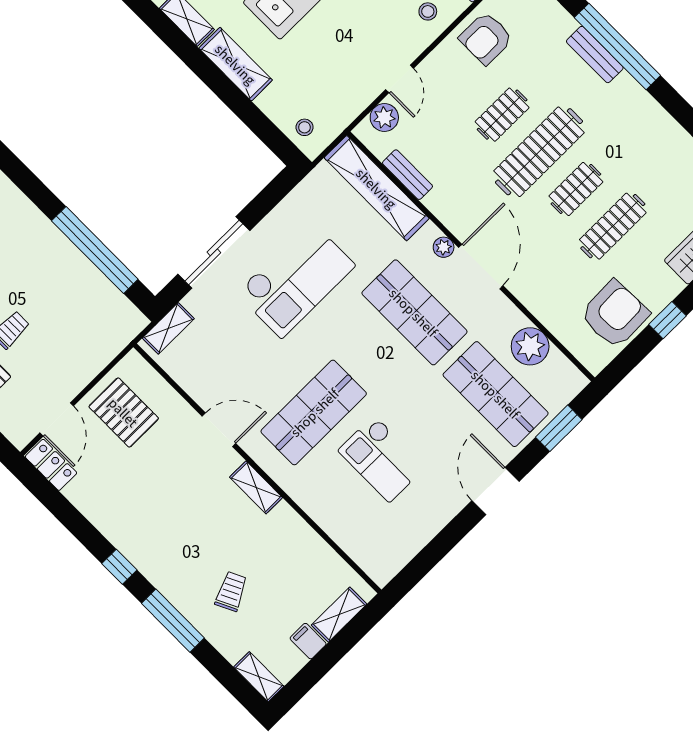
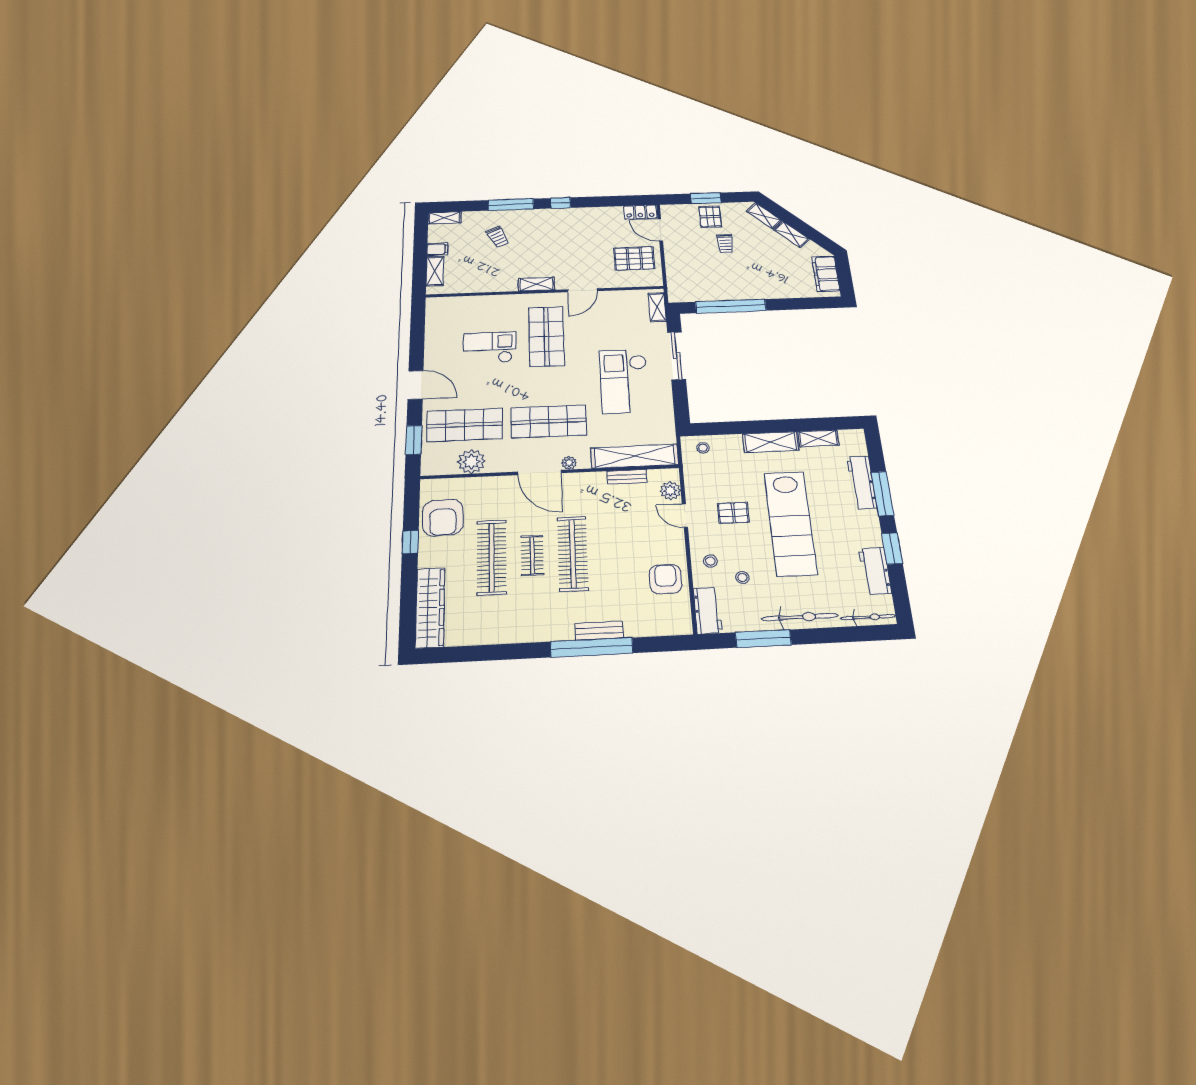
pallet: (354, 34) -> (733, 513), added
clothes rail: (502, 115) -> (613, 552), removed
clothes rail: (613, 226) -> (492, 557), width x1.37, depth x1.31

